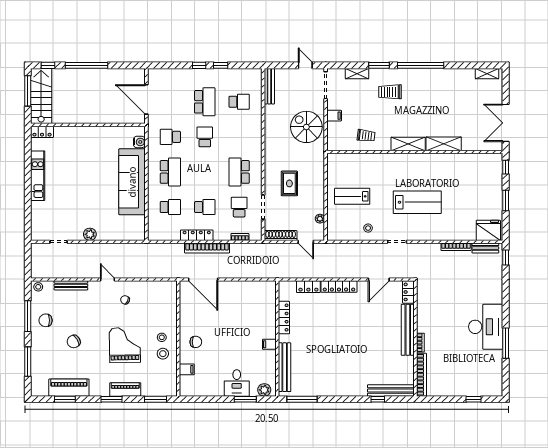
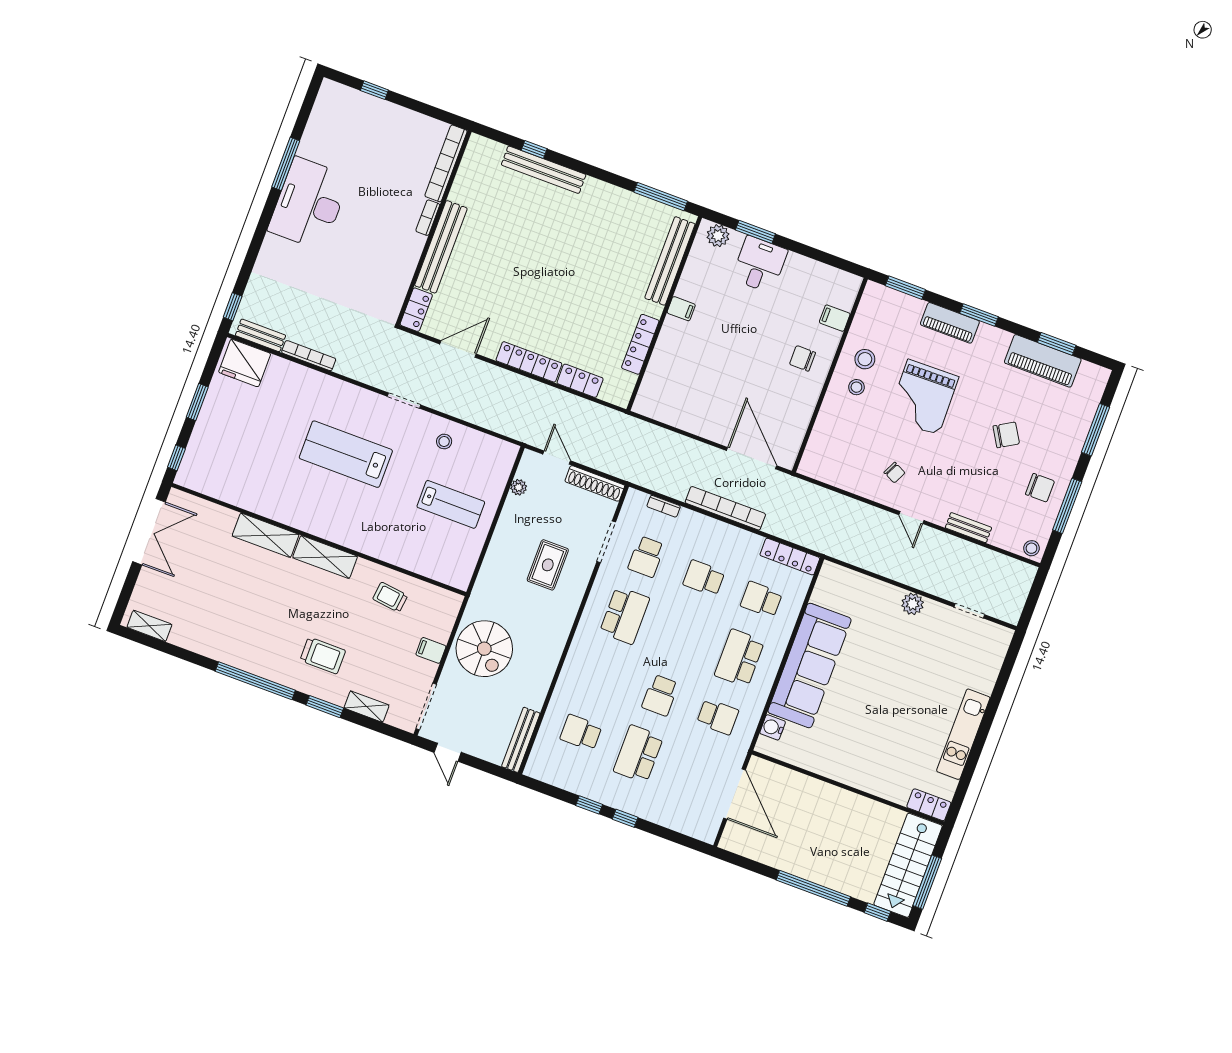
locker: (197, 235) -> (790, 557), moved
bench: (71, 285) -> (968, 528), width x0.73
bench: (391, 390) -> (544, 170), moved

